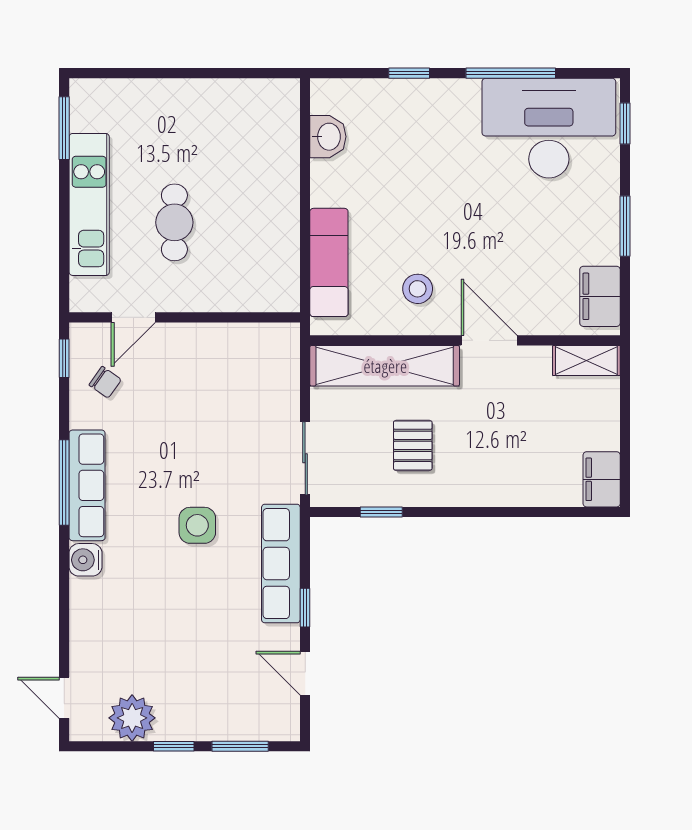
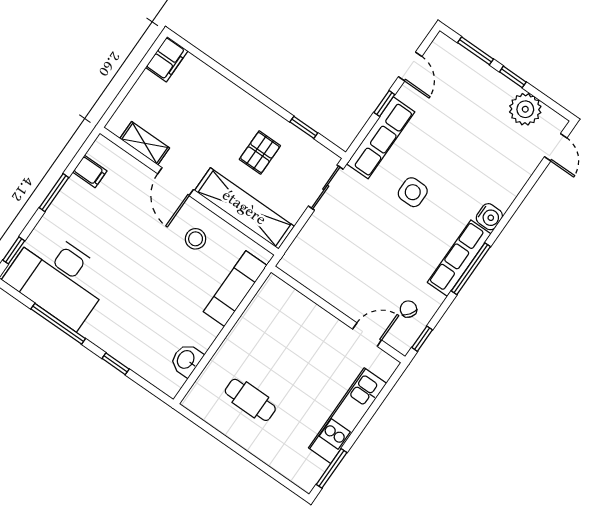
cafe table: (174, 222) -> (250, 400), moved, turned 90
filing cabinet: (600, 296) -> (90, 171), width x0.50
shelving: (586, 361) -> (145, 143), moved

